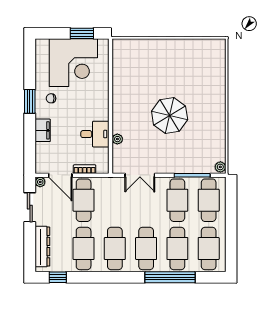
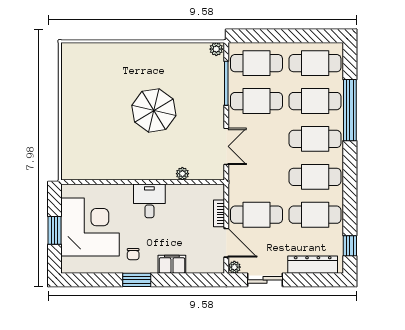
window: (82, 33) -> (54, 230), moved
desk: (95, 134) -> (149, 201), moved
door: (60, 175) -> (226, 243), hinge flipped

